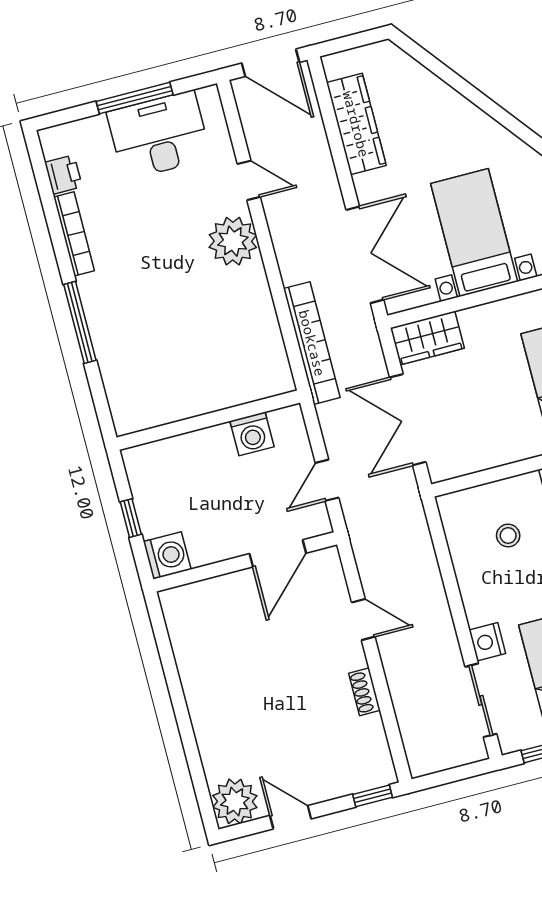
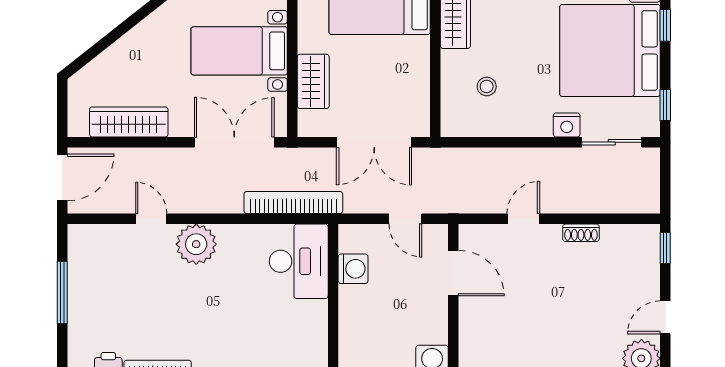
desk: (159, 135) -> (299, 261), moved, turned 180
door: (249, 180) -> (151, 219), hinge flipped
wardrobe: (427, 338) -> (313, 81), moved

